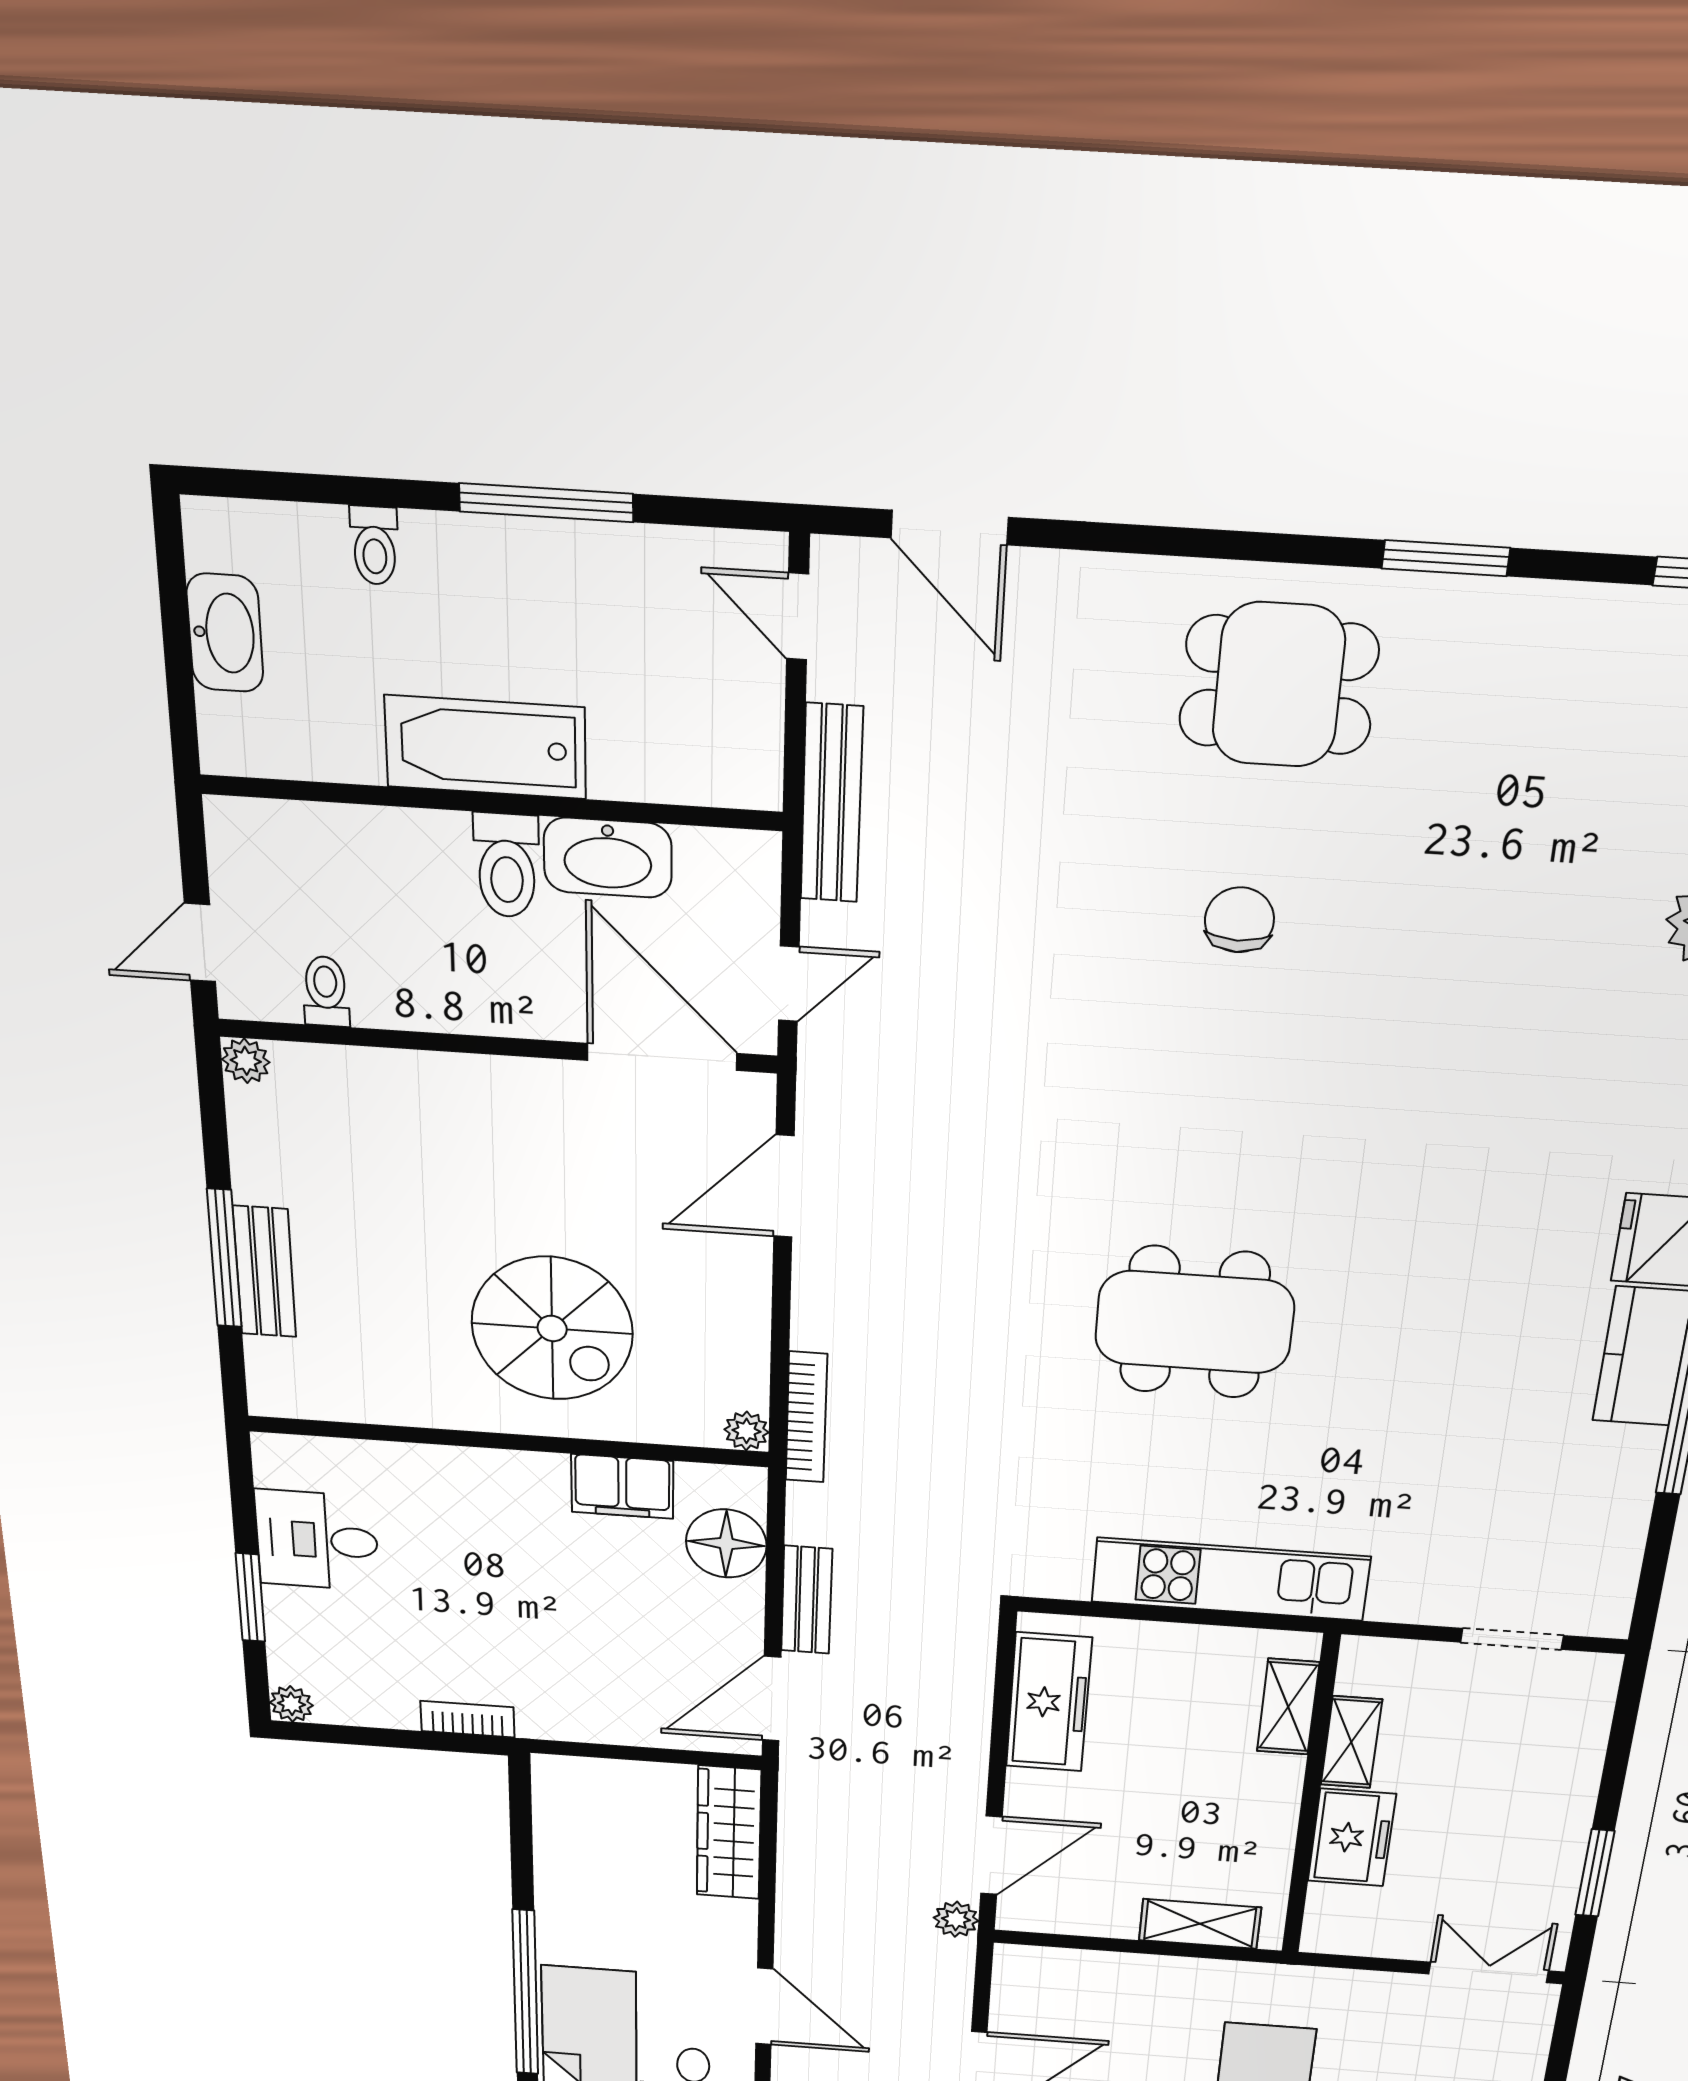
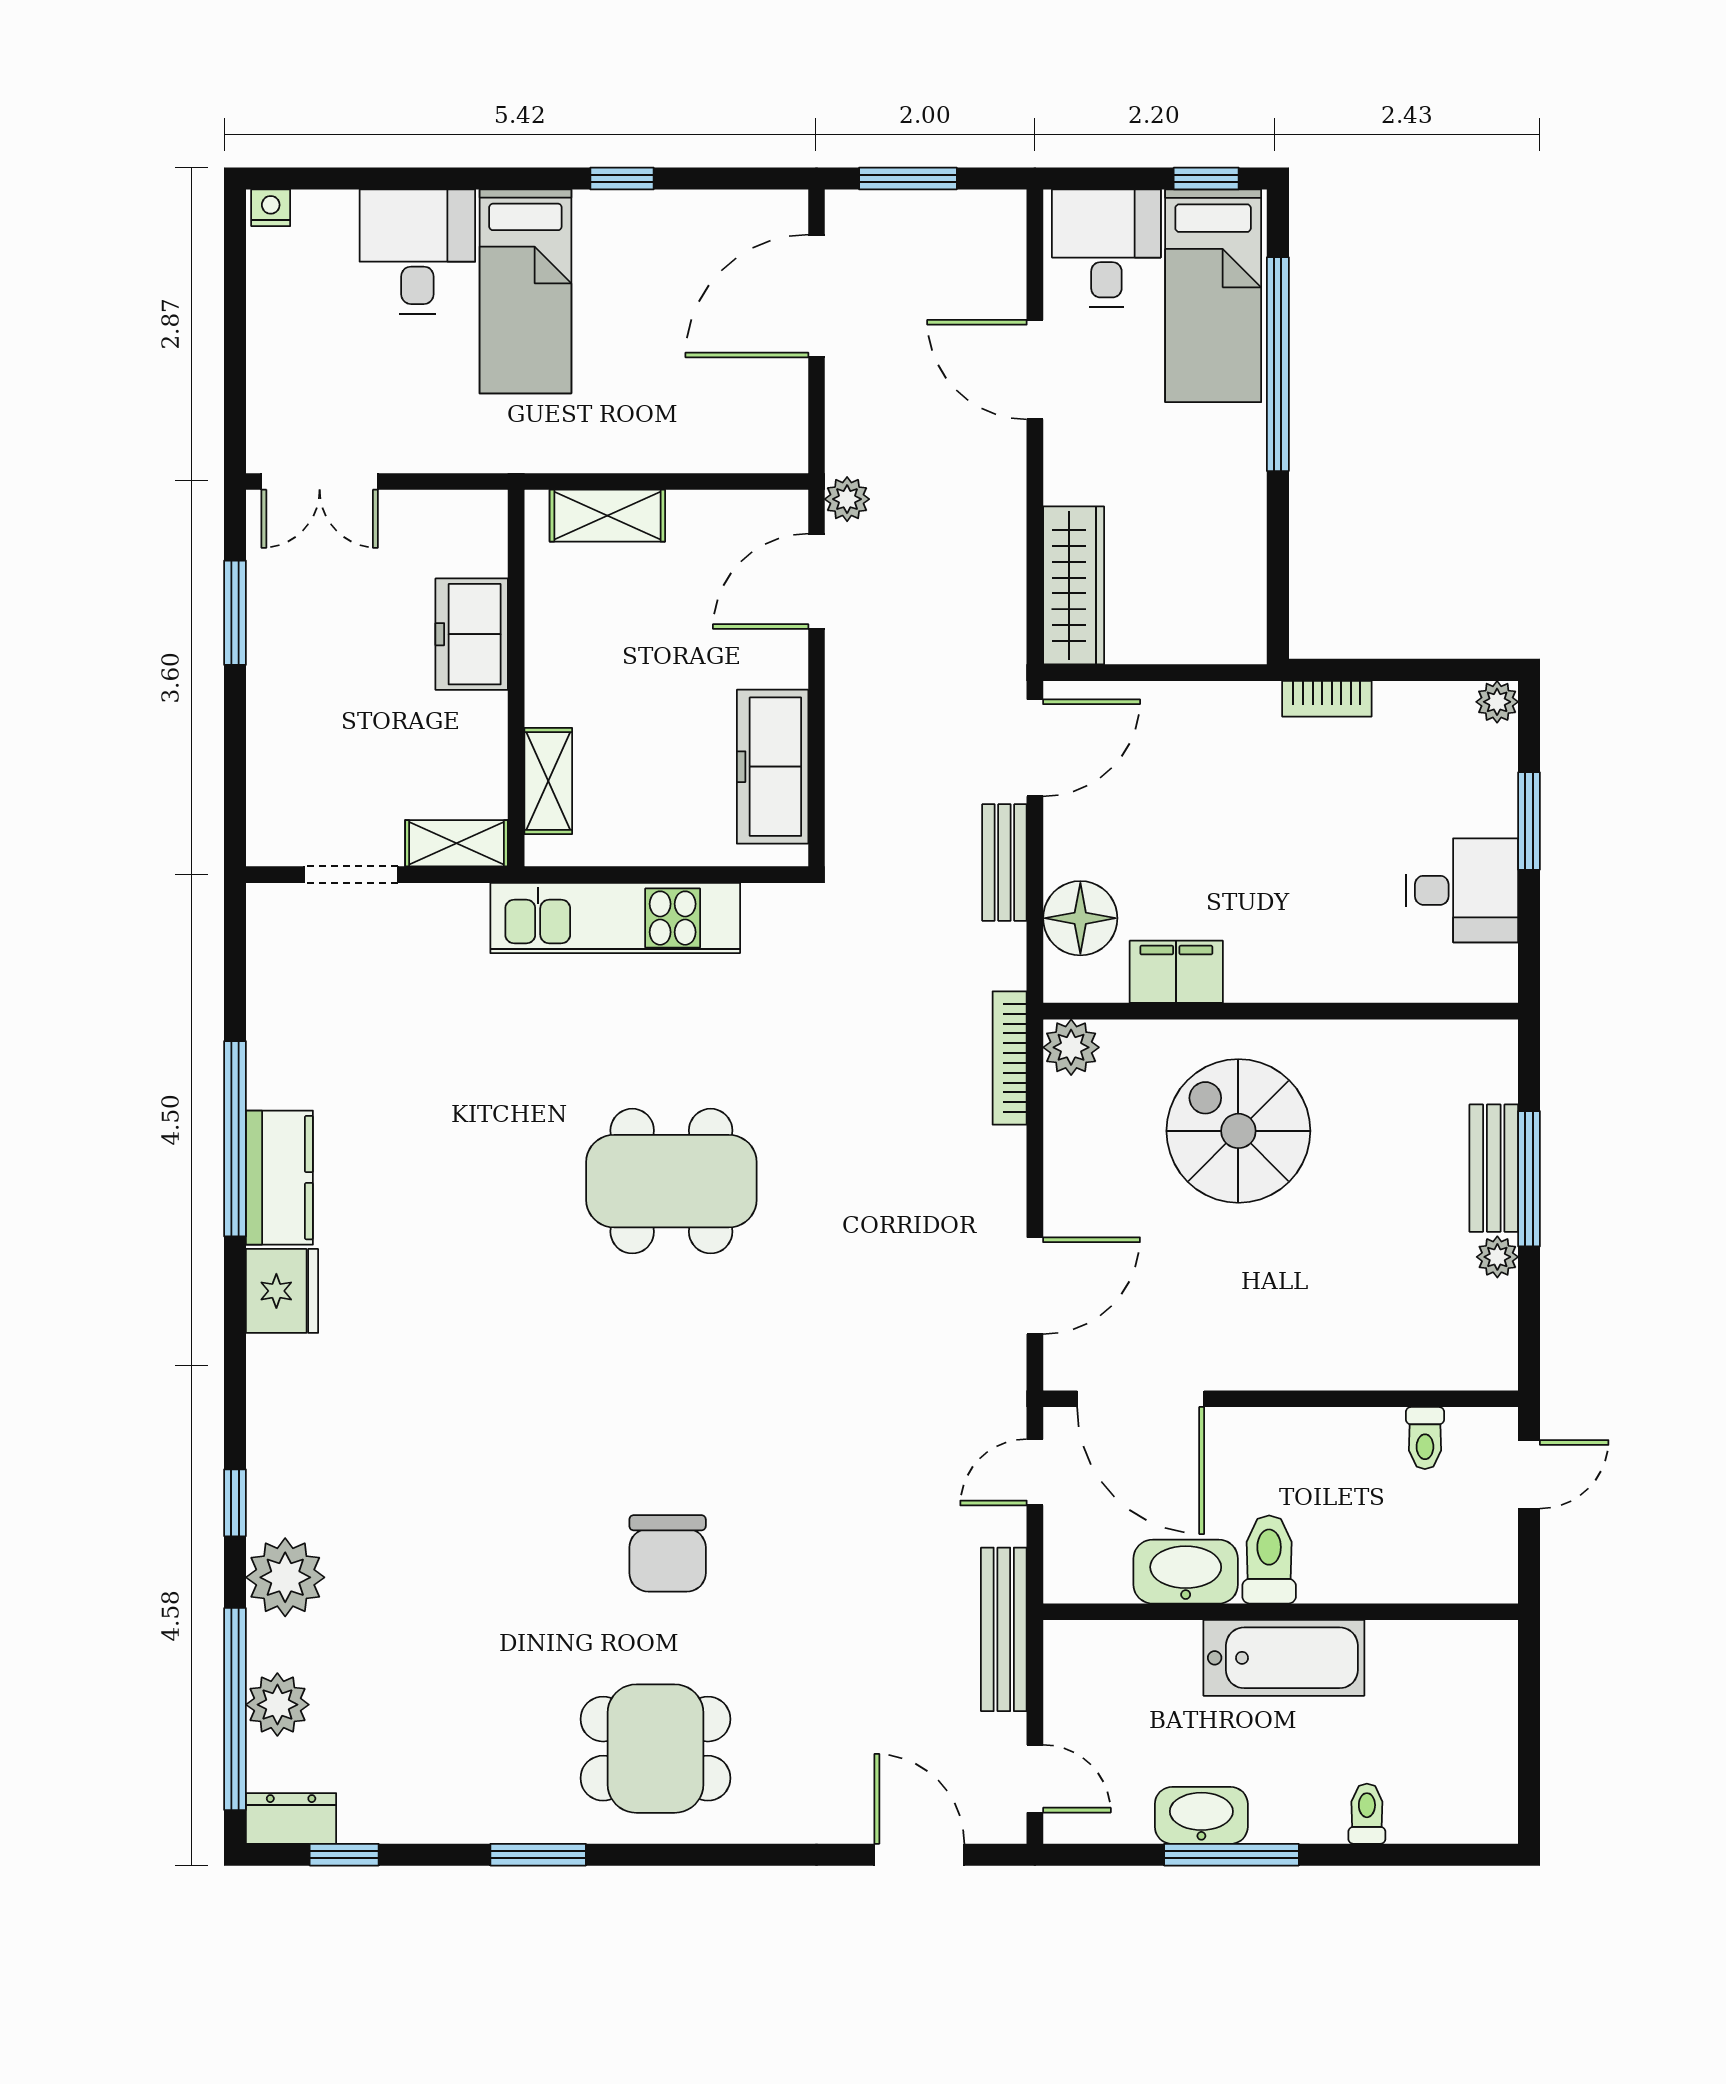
washbasin: (225, 633) -> (1201, 1815), moved, turned 90
chair: (1239, 920) -> (668, 1553), width x1.37, depth x1.37
plant: (246, 1061) -> (1497, 1257), moved
plant: (746, 1431) -> (1071, 1047), width x1.38, depth x1.38
shelving: (1351, 1742) -> (457, 843), moved, turned 90

